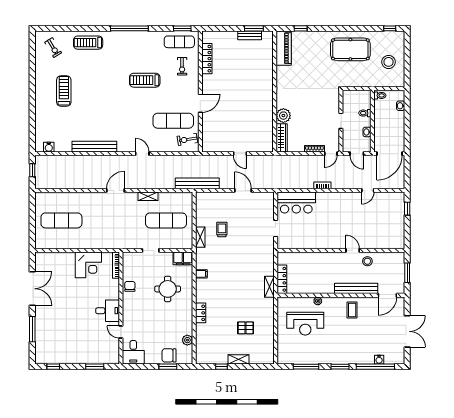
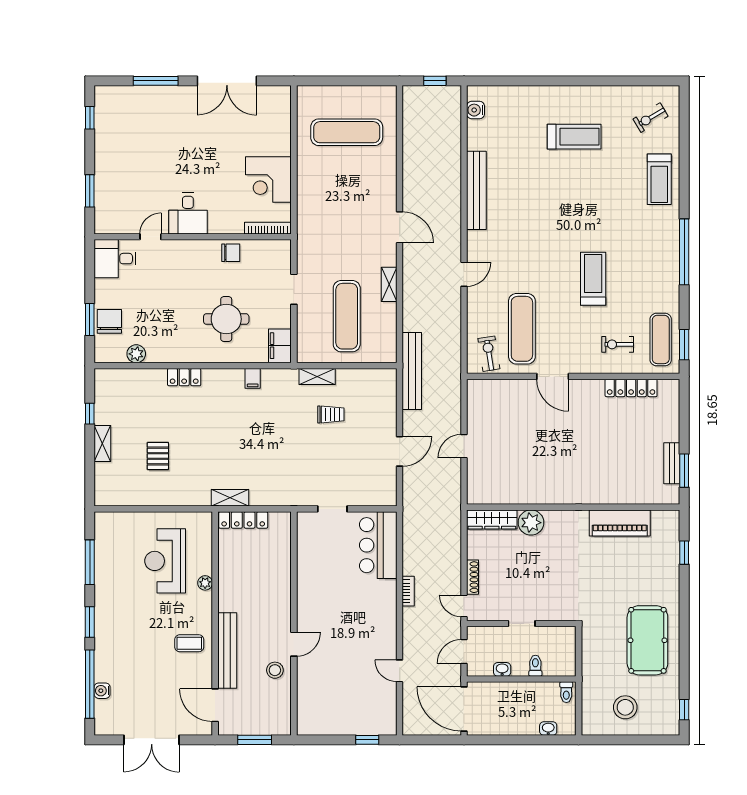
treadmill: (88, 43) -> (659, 179), turned 180
piano: (284, 48) -> (620, 523), moved
exercise mat: (61, 220) -> (347, 132), turned 90

